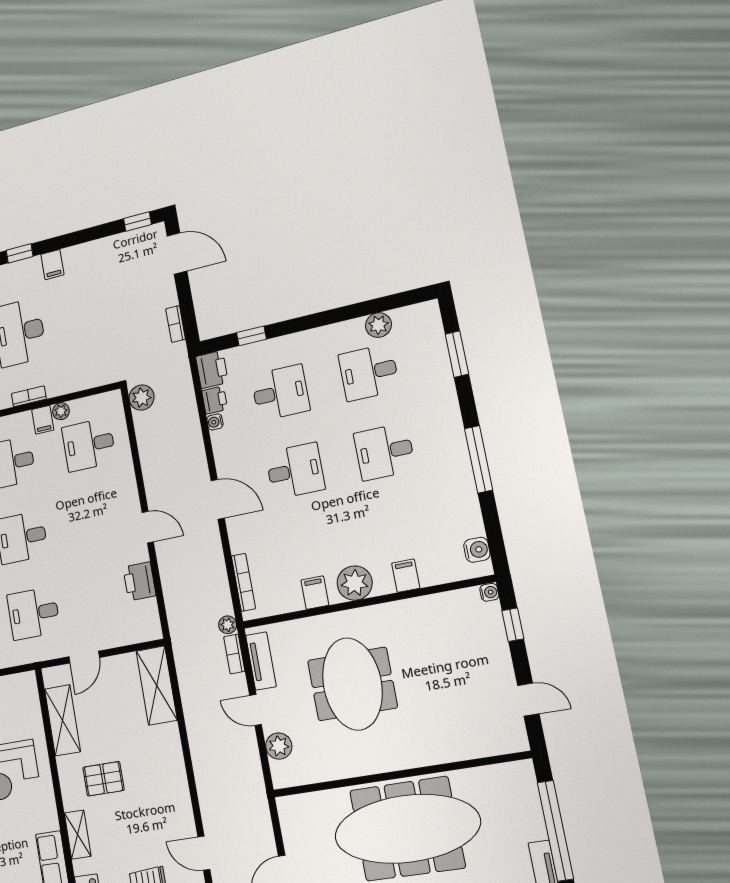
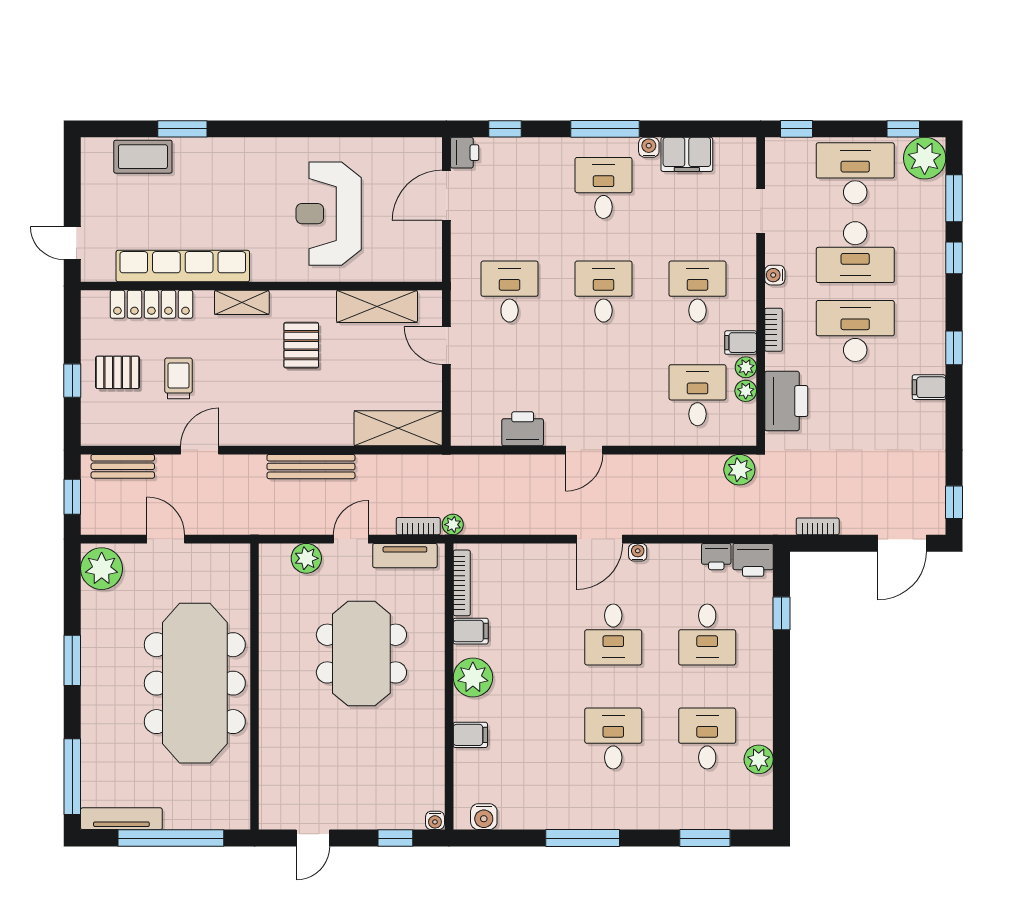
printer: (82, 373) -> (786, 401), added
plant: (79, 407) -> (746, 391), added
water cooler: (215, 422) -> (638, 552), moved
bookcase: (243, 582) -> (462, 583), moved, turned -90
meeting table: (352, 684) -> (361, 654), turned 90
bench: (201, 755) -> (311, 467), added

